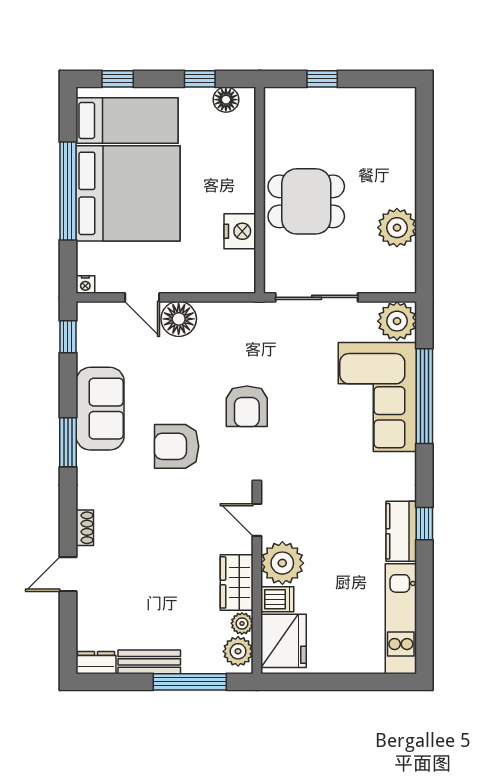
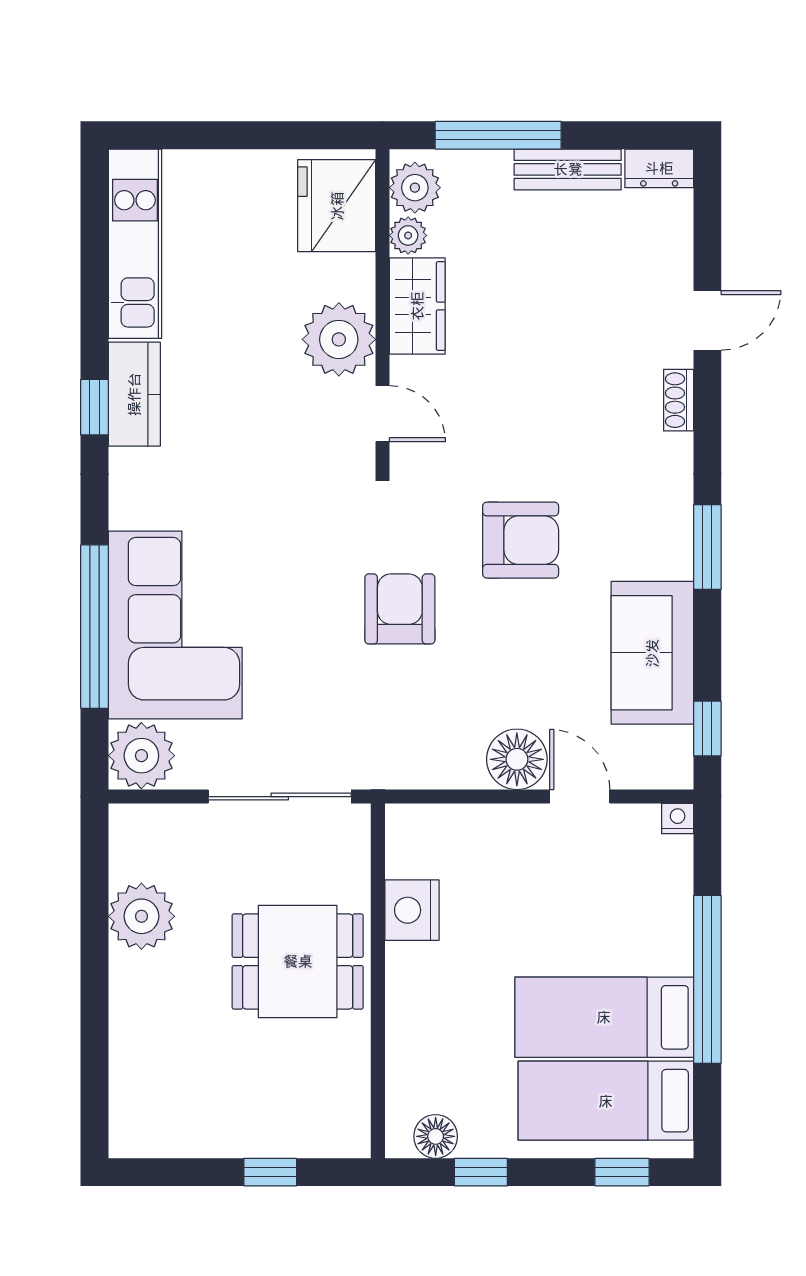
bed: (128, 193) -> (604, 1017), width x0.49
sofa: (100, 409) -> (652, 653), moved
dishwasher: (277, 599) -> (347, 277), removed

